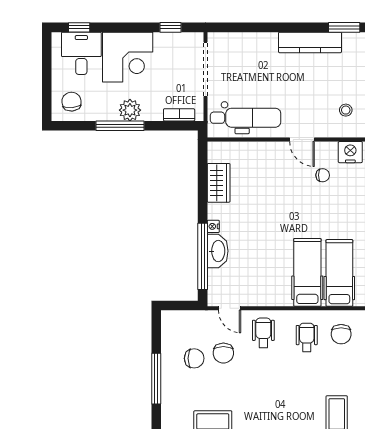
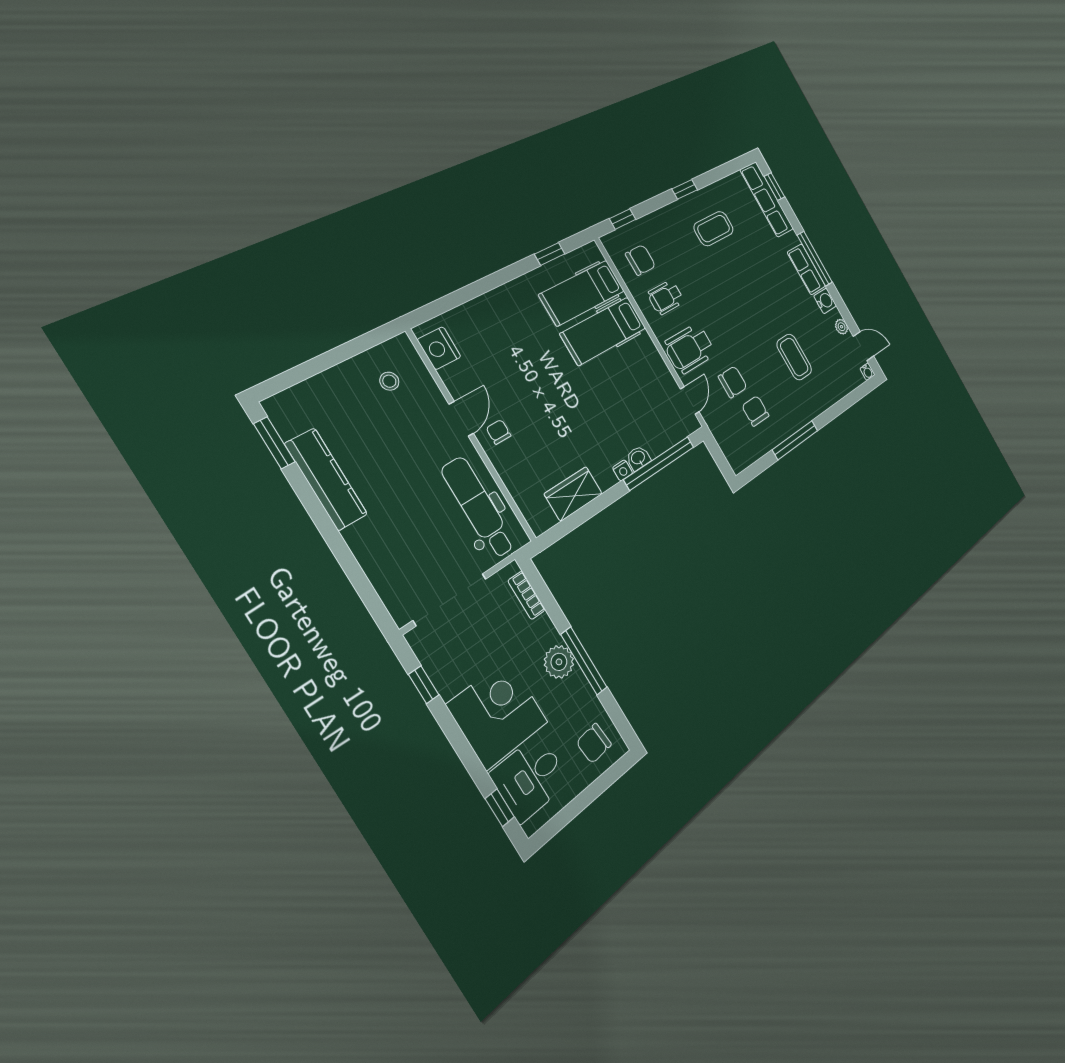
chair: (323, 175) -> (499, 432), moved
washbasin: (218, 251) -> (638, 458), width x0.52, depth x0.69
wheelchair: (263, 333) -> (690, 349), width x1.36, depth x1.37

